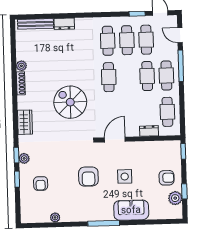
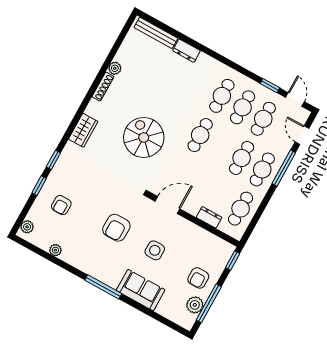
plant: (24, 158) -> (27, 227), moved
armchair: (167, 178) -> (198, 278), turned 90
window: (184, 191) -> (209, 303), width x2.17

